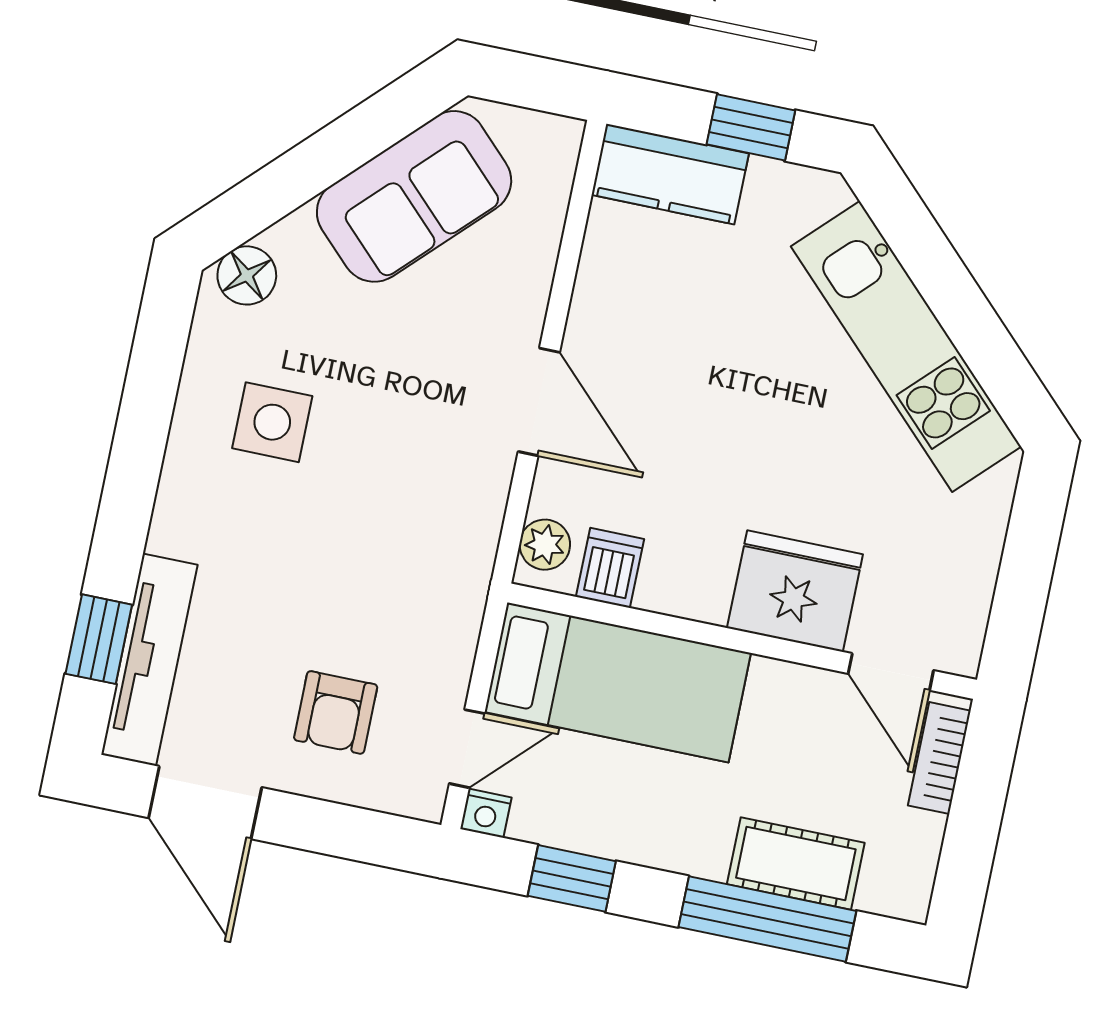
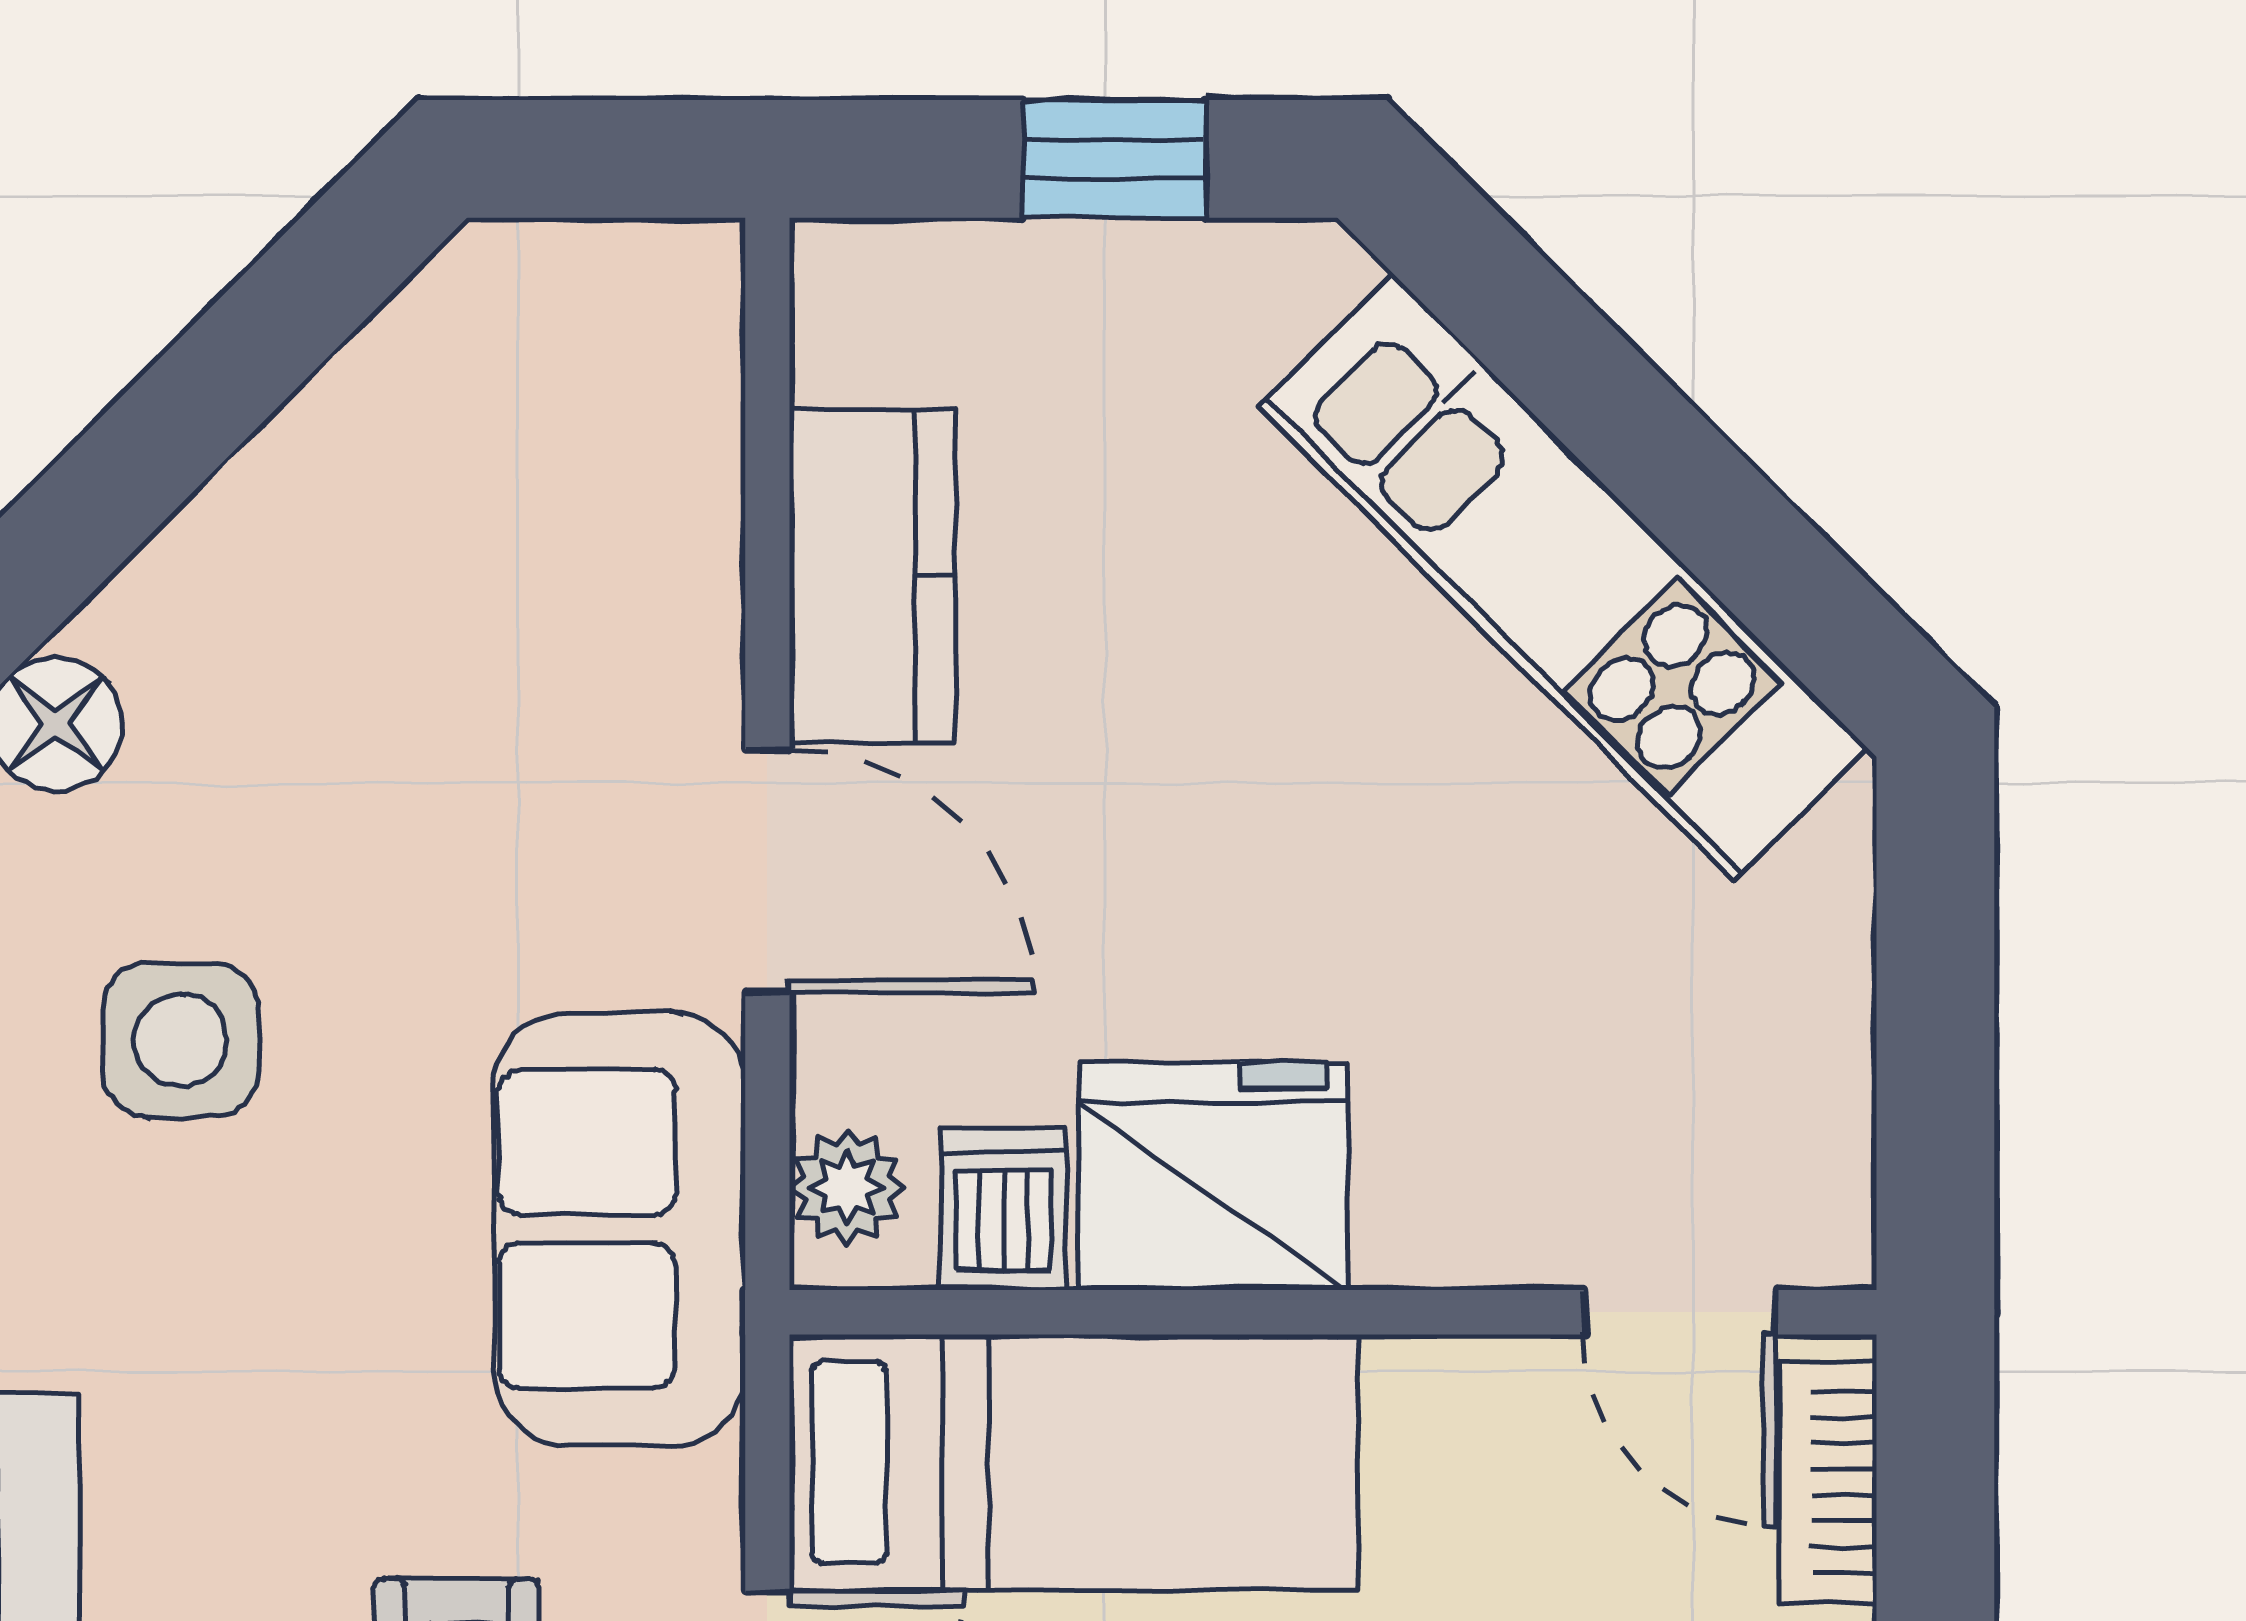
kitchen counter: (670, 174) -> (873, 577), moved, turned -90
sofa: (414, 196) -> (620, 1229), moved, turned 135
fridge: (795, 591) -> (1213, 1176), moved

